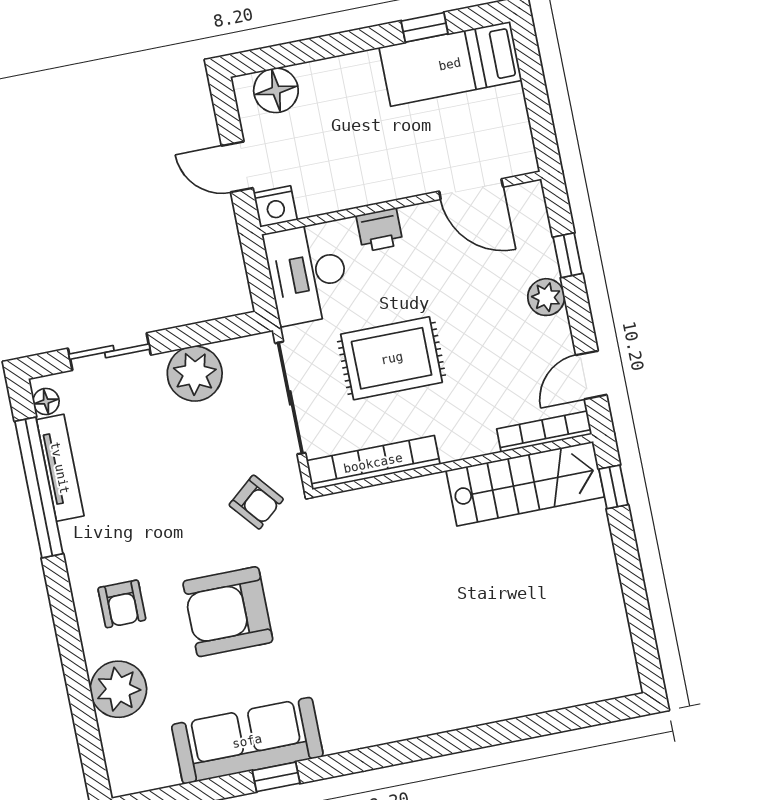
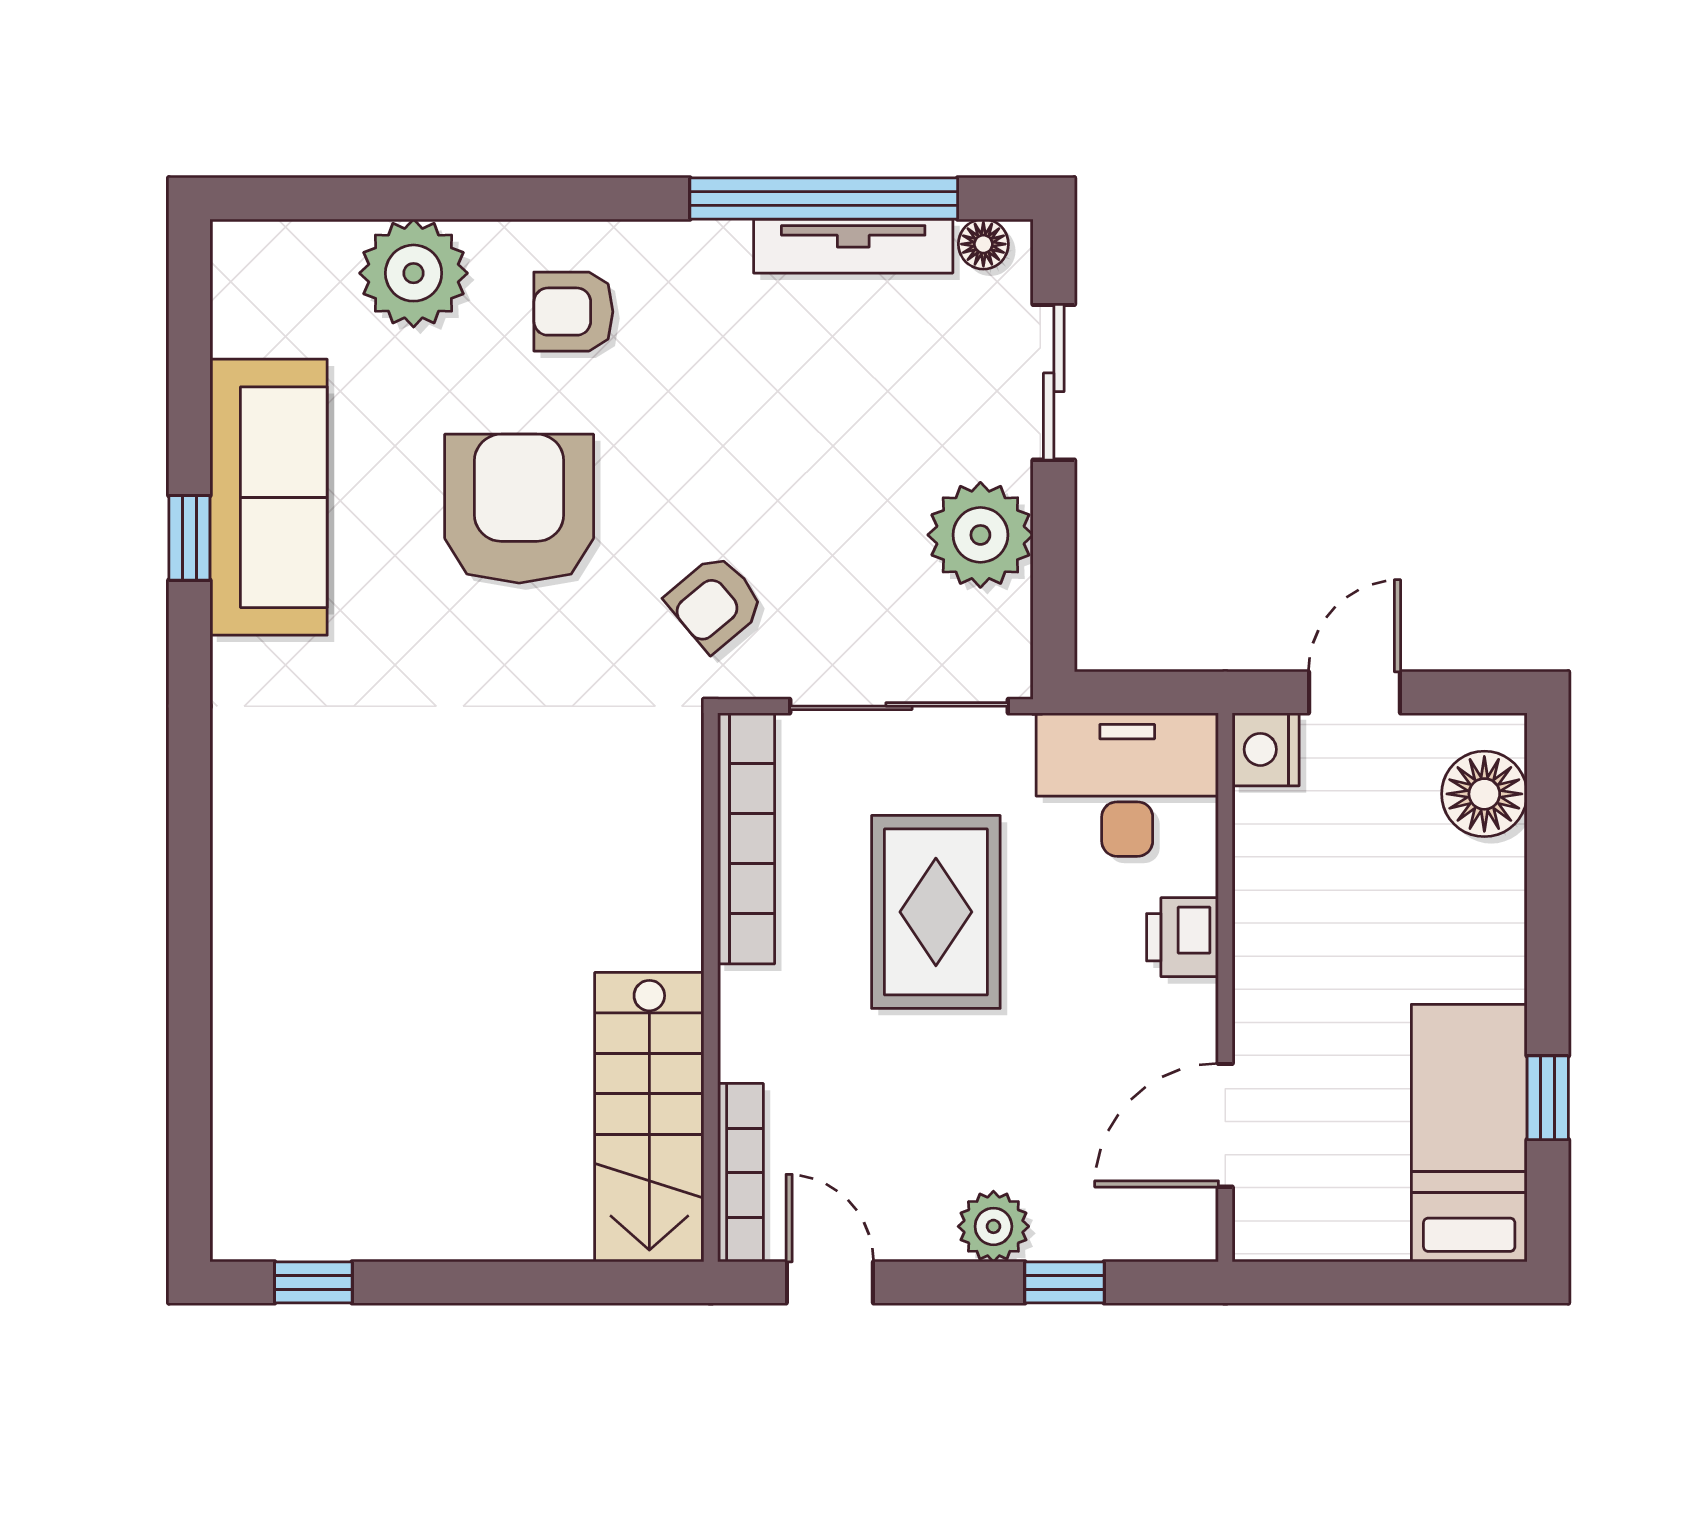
window: (613, 487) -> (313, 1282), moved

